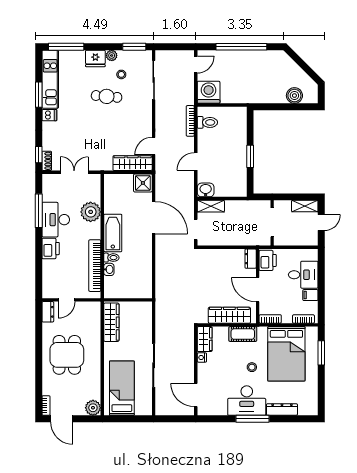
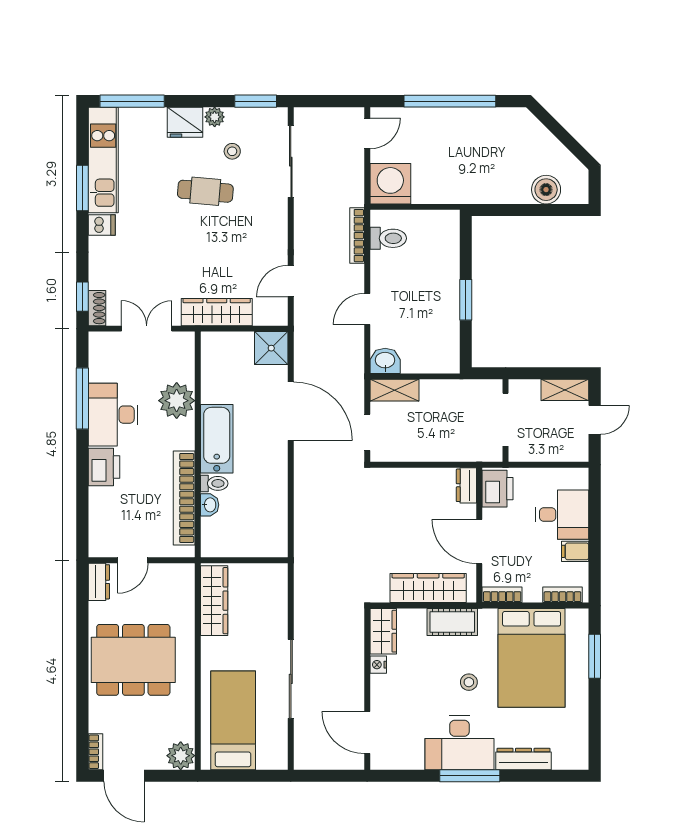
wardrobe: (133, 163) -> (217, 312), moved
dining table: (67, 355) -> (133, 660), width x1.38

